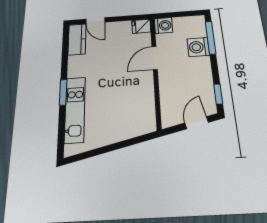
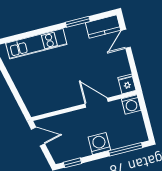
washing machine: (198, 47) -> (99, 144), moved
window: (63, 92) -> (78, 22), moved
door: (197, 123) -> (38, 137), moved

